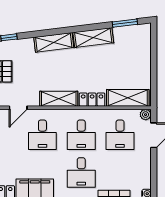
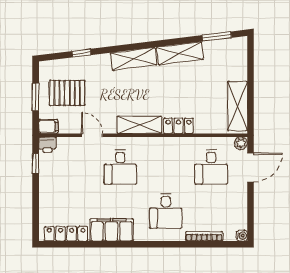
shelving: (128, 98) -> (237, 106), moved, turned 90
door: (18, 108) -> (92, 135), swing flipped
desk: (81, 135) -> (166, 167), removed

